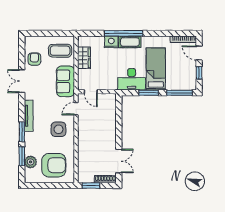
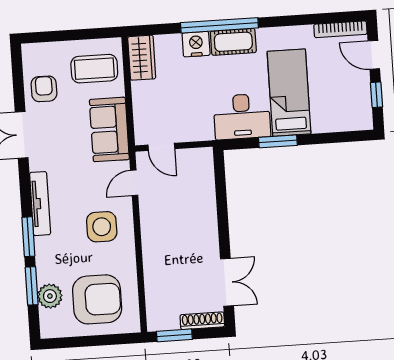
wardrobe: (84, 58) -> (142, 58), moved
window: (180, 93) -> (340, 137), removed

